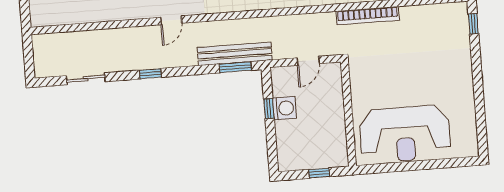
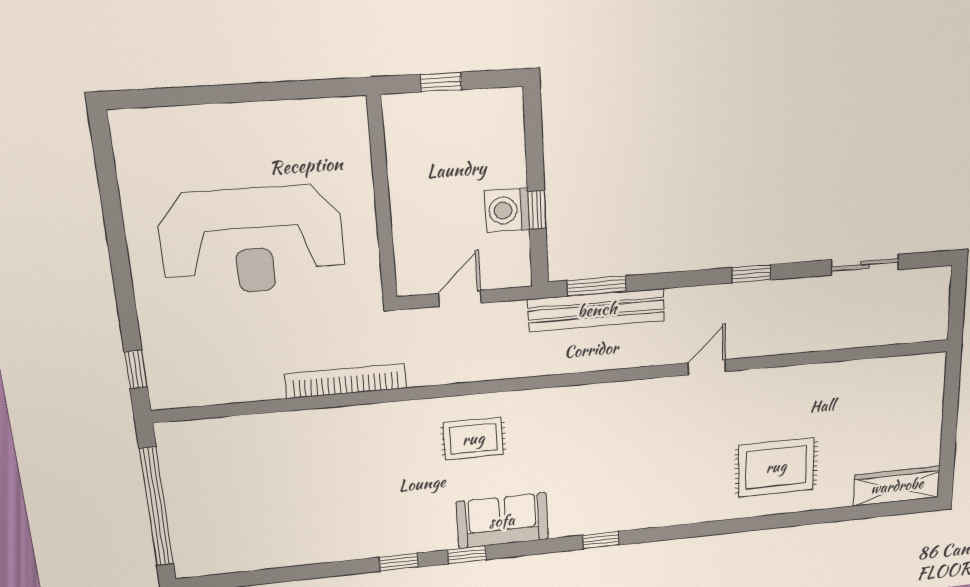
reception desk: (405, 134) -> (252, 240), moved, turned 180

